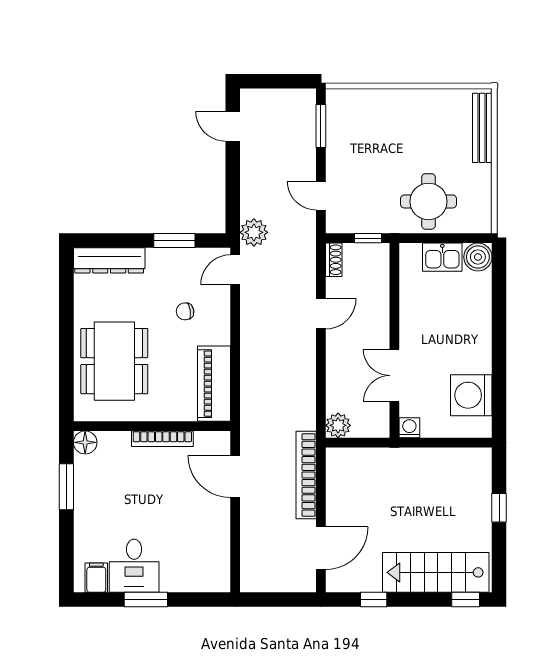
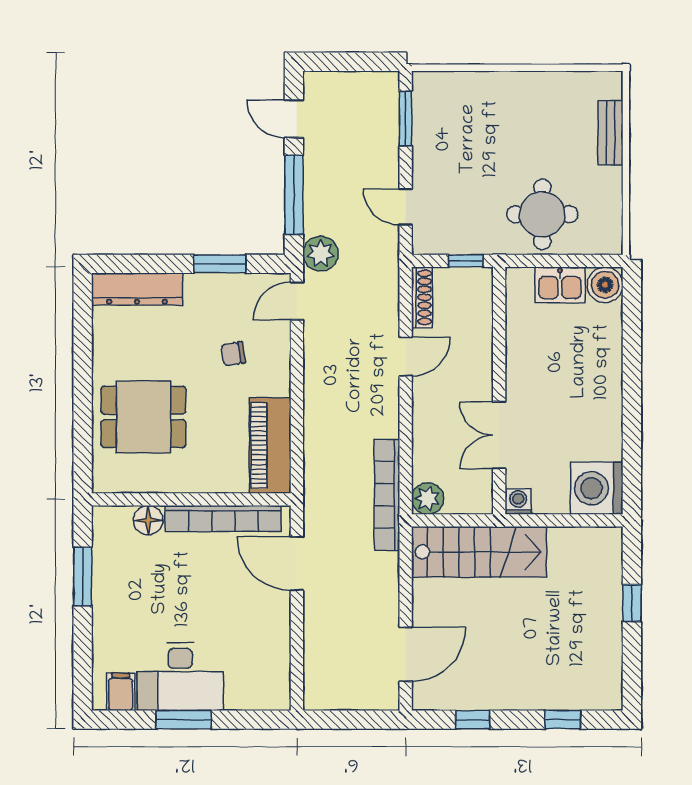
bench: (482, 128) -> (611, 133), width x0.73
window: (233, 186) -> (294, 195), added
shoe rack: (334, 260) -> (422, 297), width x1.43
dining table: (114, 361) -> (143, 417), width x0.73
washing machine: (471, 395) -> (597, 488), moved
bookcase: (162, 439) -> (223, 518), width x1.48, depth x1.31
floor lamp: (85, 442) -> (148, 520), moved
bookcase: (306, 475) -> (387, 495), moved
desk: (134, 566) -> (180, 677), width x1.37
stairs: (436, 572) -> (479, 552), moved, turned 180
window: (466, 600) -> (563, 720), moved

